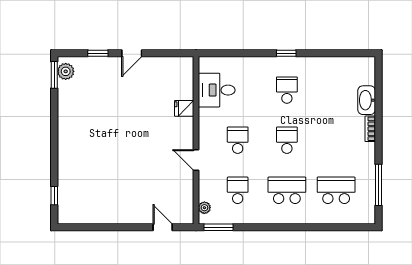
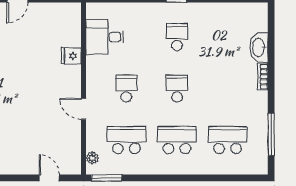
school desk: (238, 190) -> (126, 140), width x1.85

